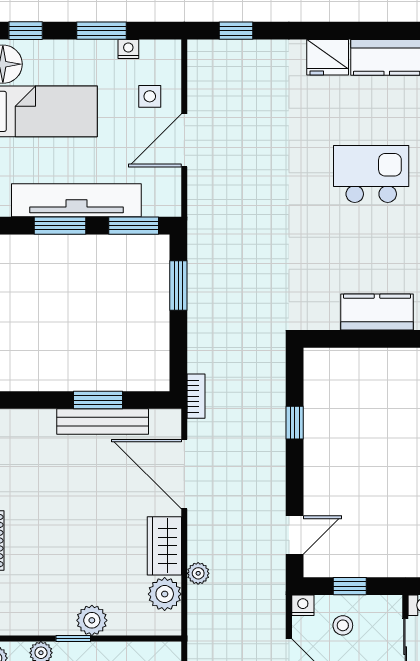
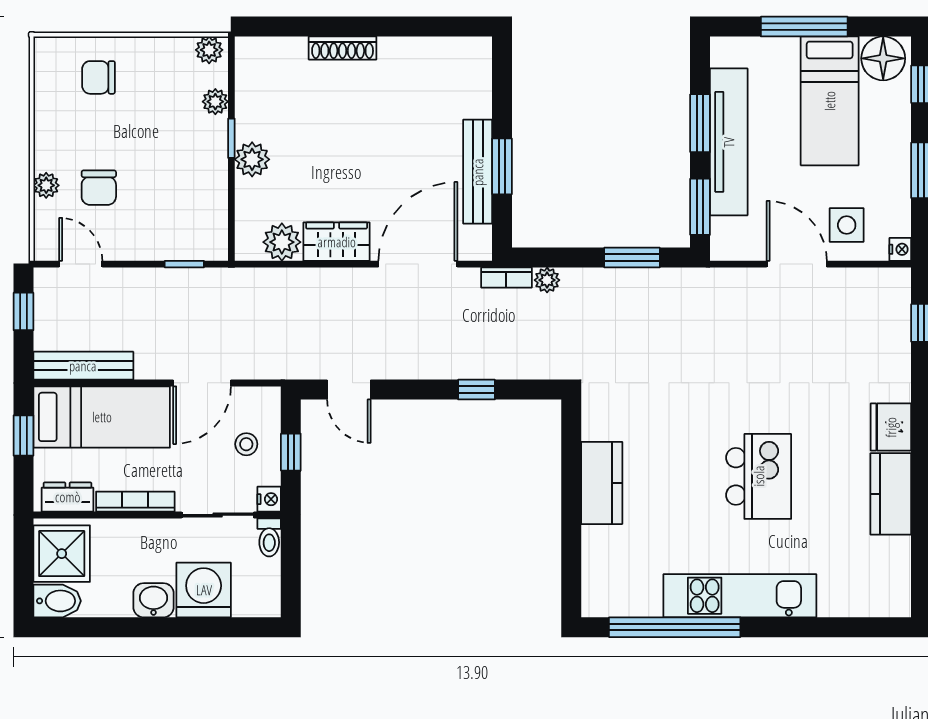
nightstand: (128, 49) -> (900, 249), moved
side table: (150, 96) -> (847, 225), width x1.37, depth x1.37
plant: (198, 573) -> (547, 280), moved
nightstand: (303, 605) -> (269, 499), moved

